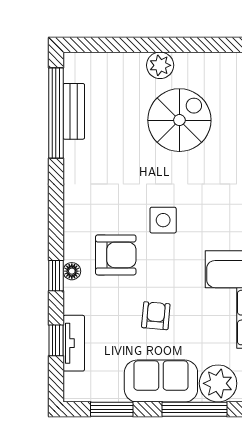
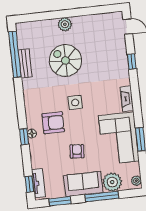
bench: (74, 111) -> (25, 63), moved
spiral stairs: (179, 120) -> (65, 61), moved, turned -90
window: (56, 340) -> (29, 184), moved
tv unit: (74, 343) -> (38, 183), moved

